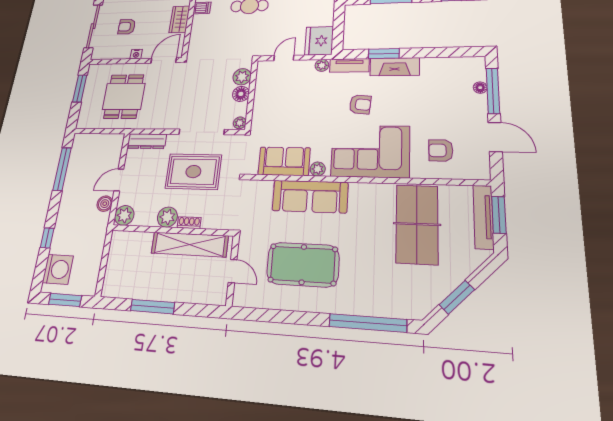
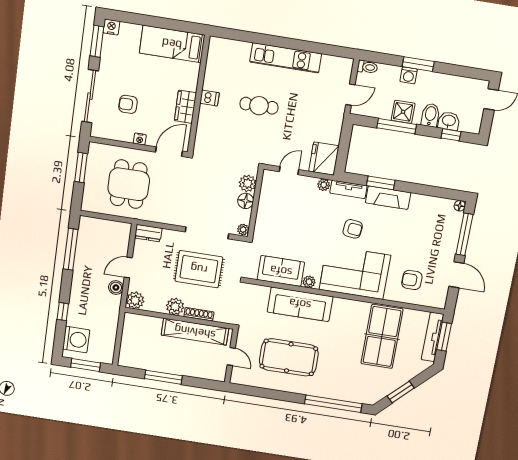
floor lamp: (480, 88) -> (460, 206), moved
dresser: (147, 141) -> (148, 233), width x0.70
shoe rack: (189, 223) -> (199, 314), width x1.43

